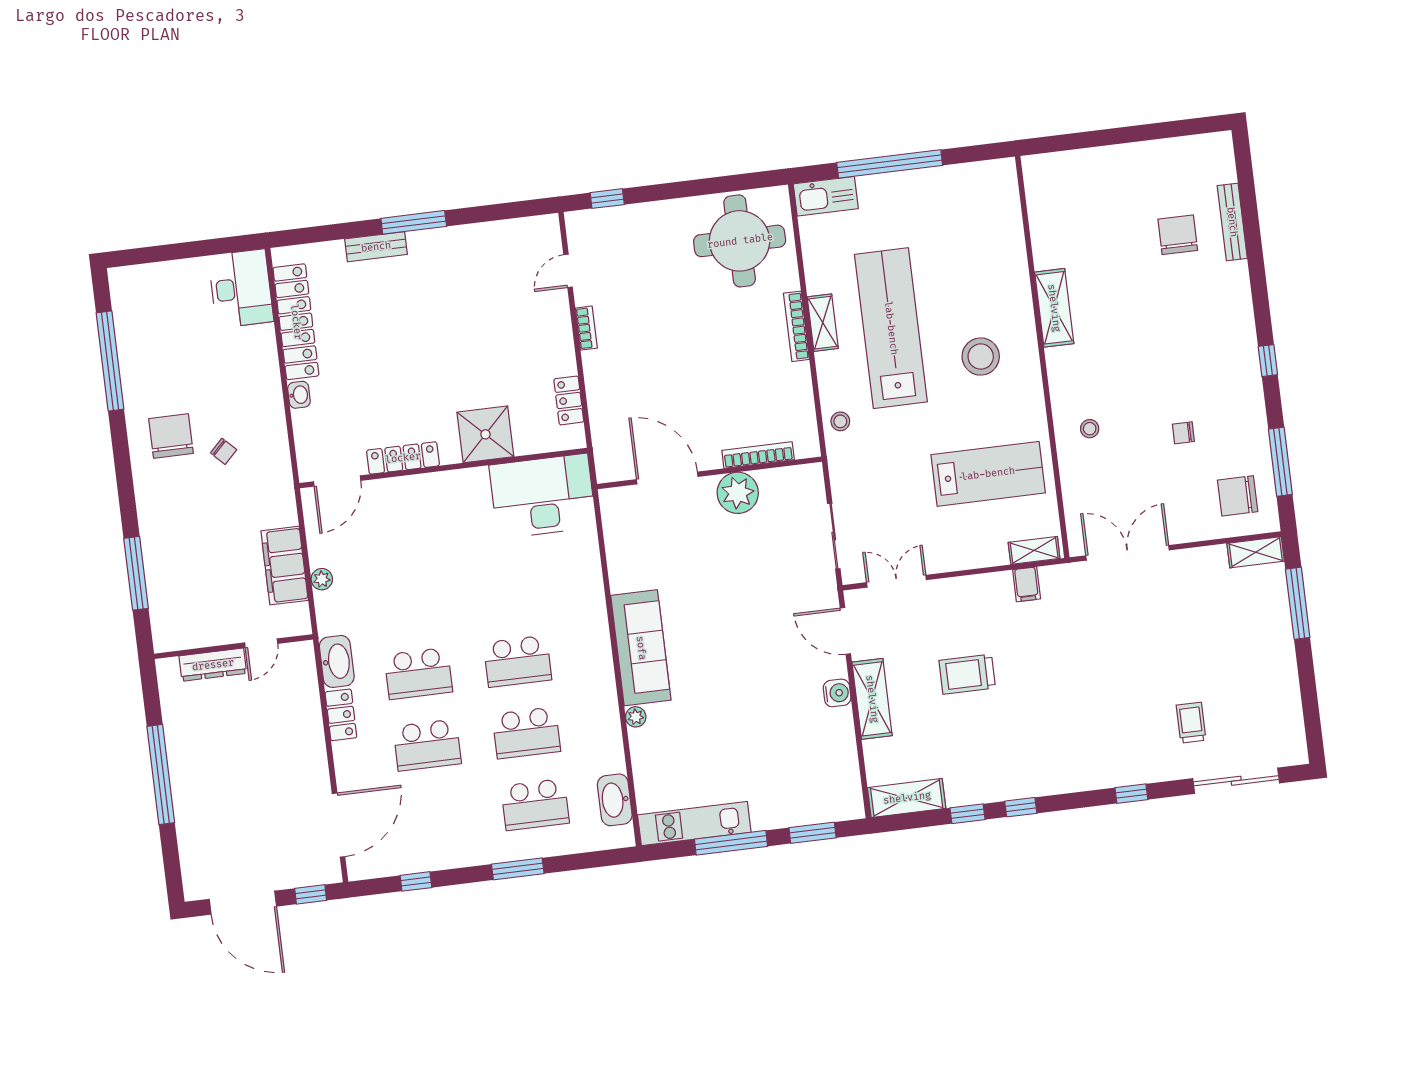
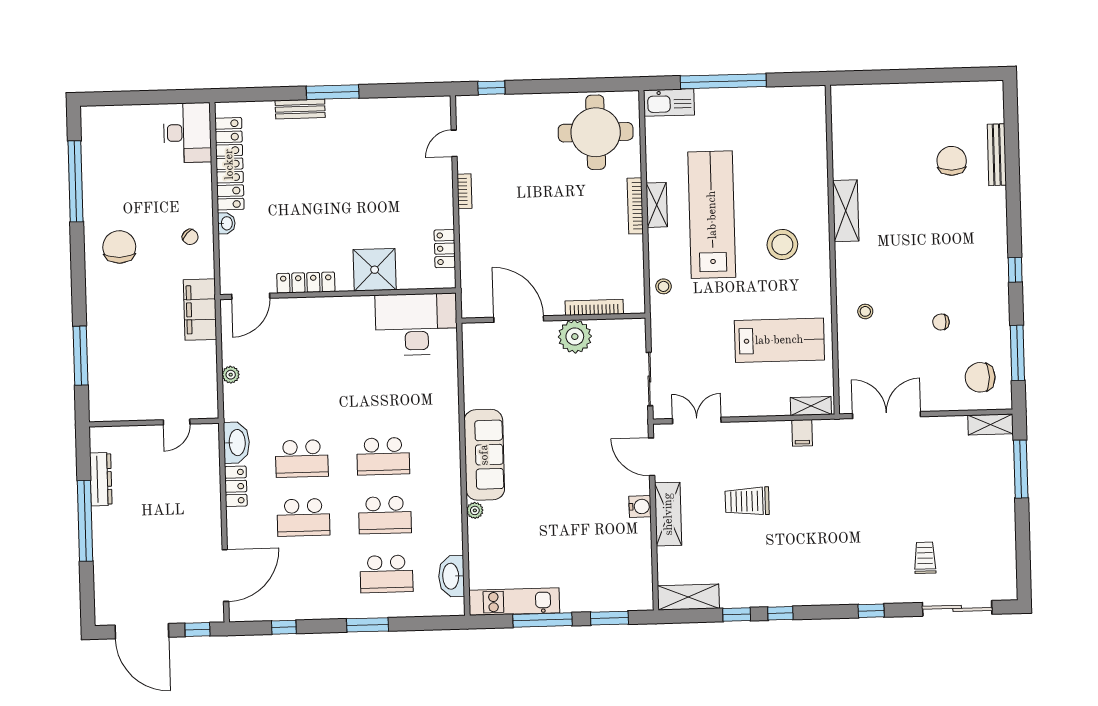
chair: (224, 451) -> (190, 237), moved
filing cabinet: (285, 566) -> (200, 310), moved
dresser: (213, 665) -> (101, 479), moved, turned -90

